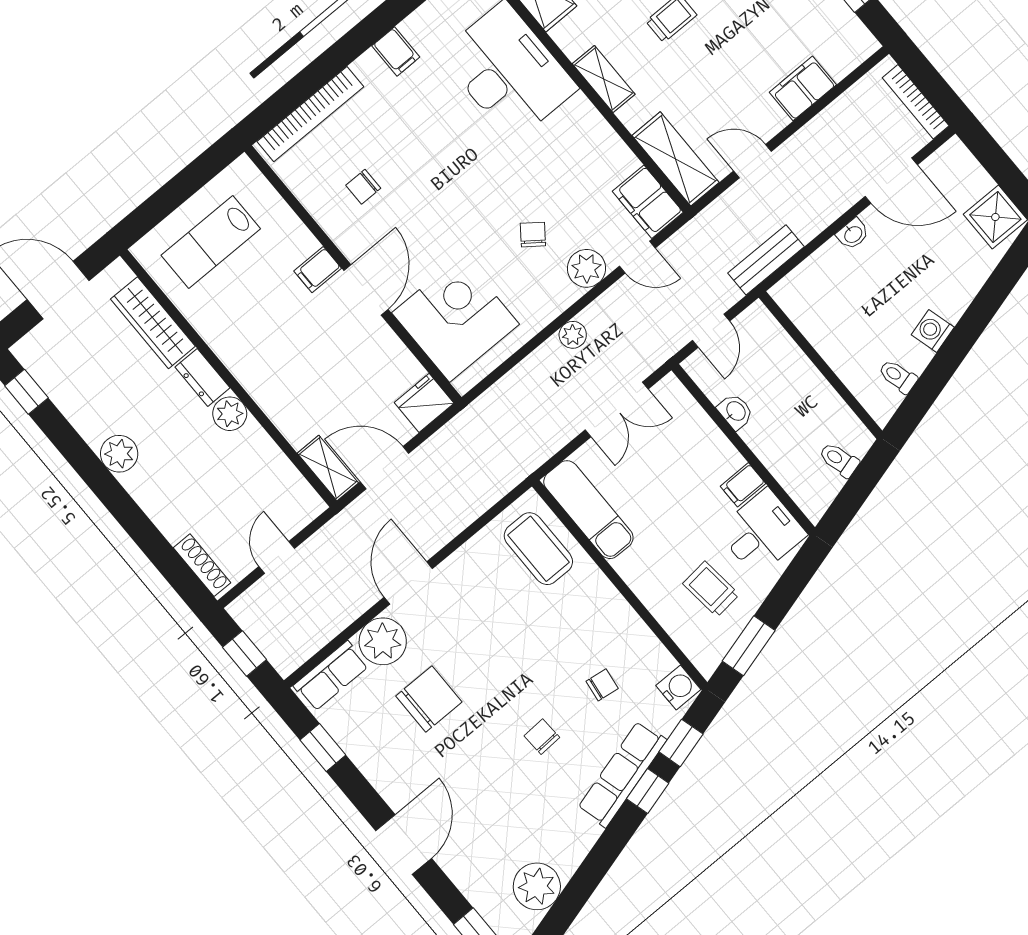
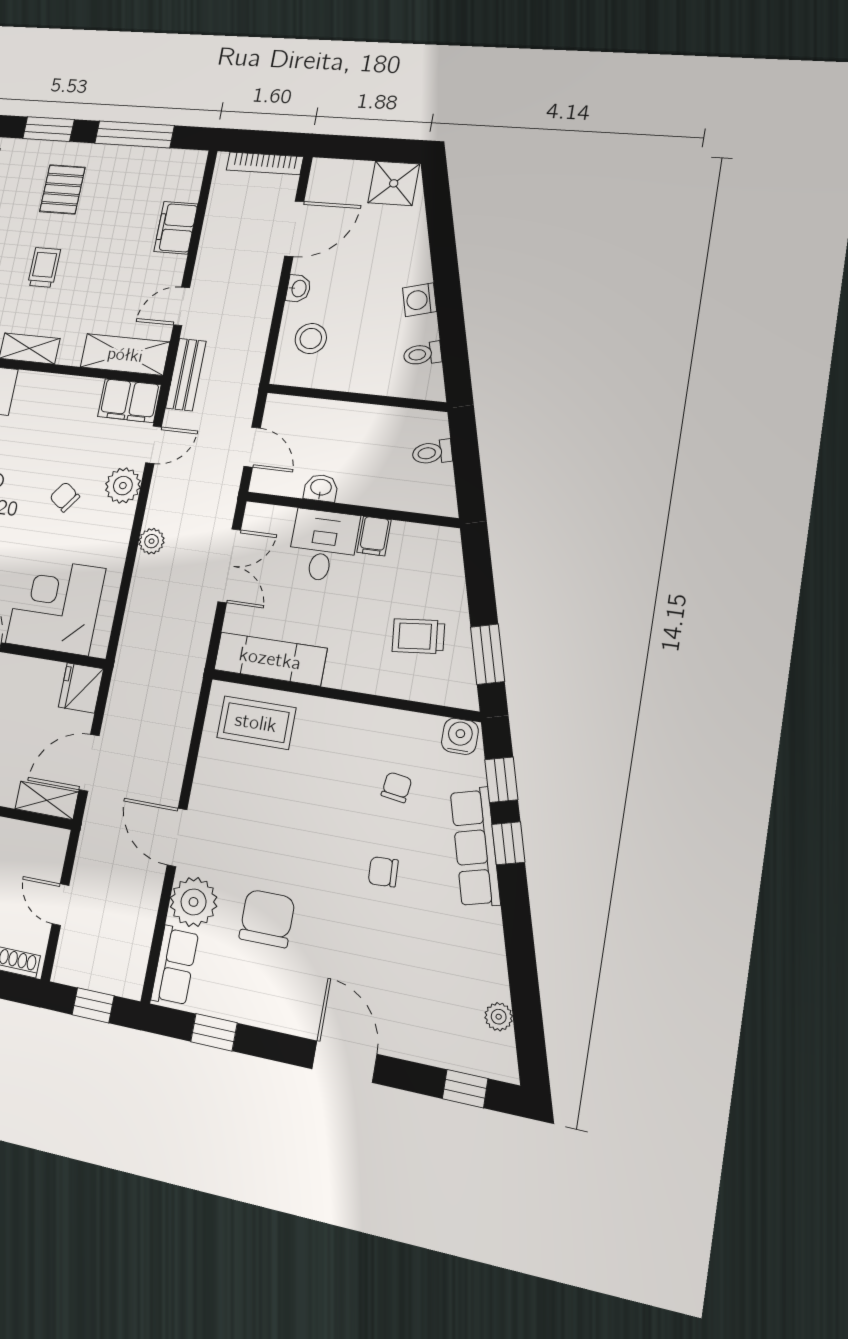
bench: (766, 260) -> (186, 375), moved
stool: (828, 284) -> (311, 338), added
desk: (762, 532) -> (323, 546), moved
plant: (537, 886) -> (499, 1017), width x0.53, depth x0.53

